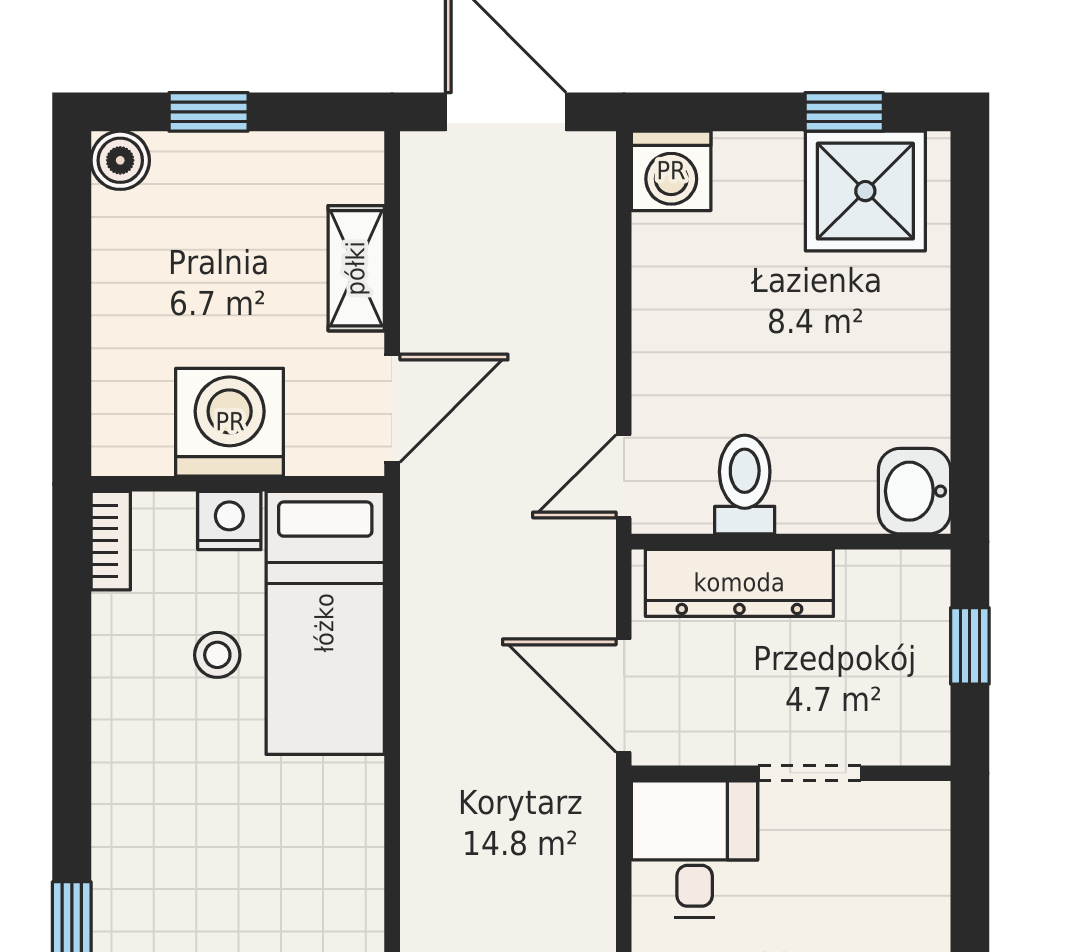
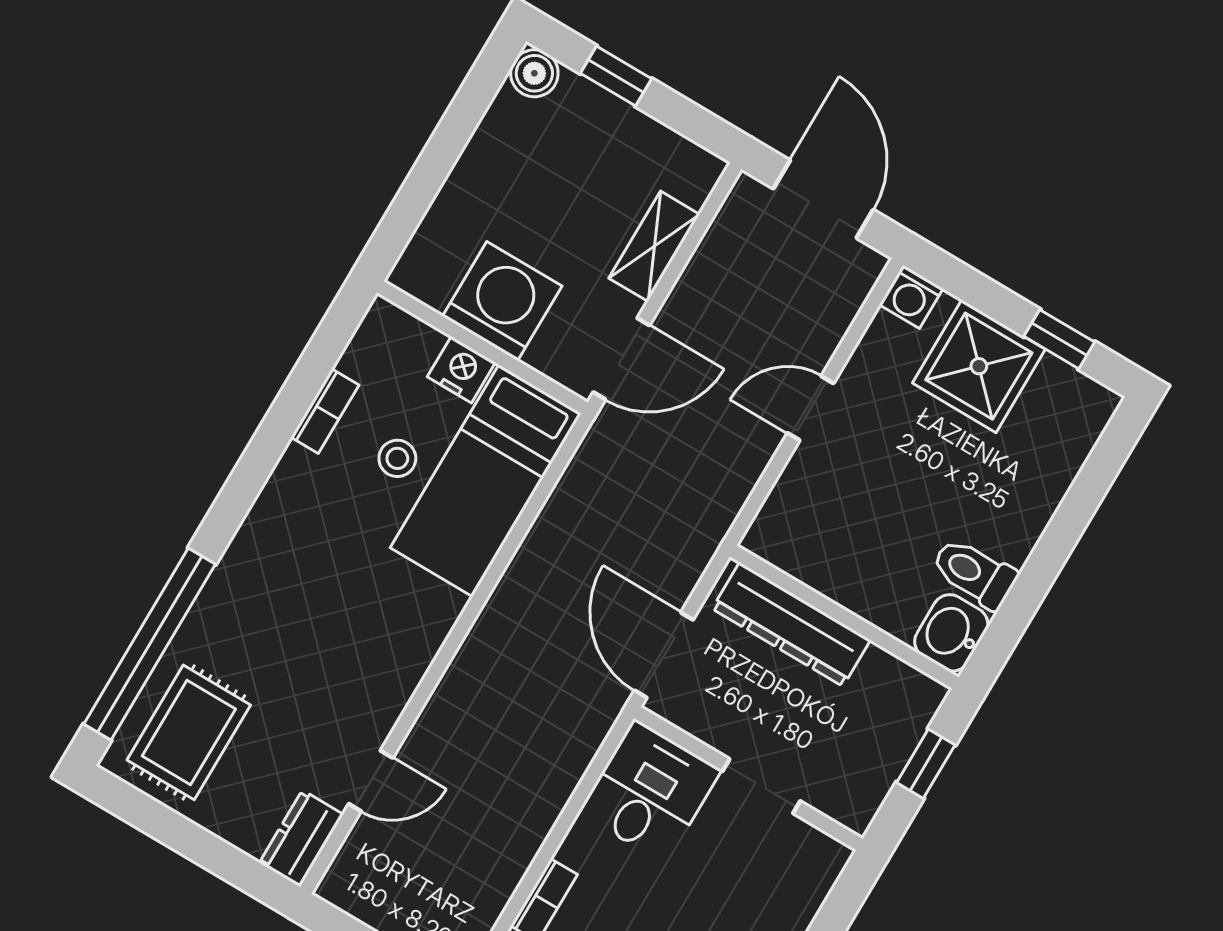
washing machine: (671, 171) -> (911, 297), width x0.73, depth x0.73
shower: (865, 191) -> (979, 366), moved
door: (624, 476) -> (810, 408), moved
toilet: (745, 485) -> (974, 573), moved, turned -90
bookcase: (111, 541) -> (325, 411), moved

